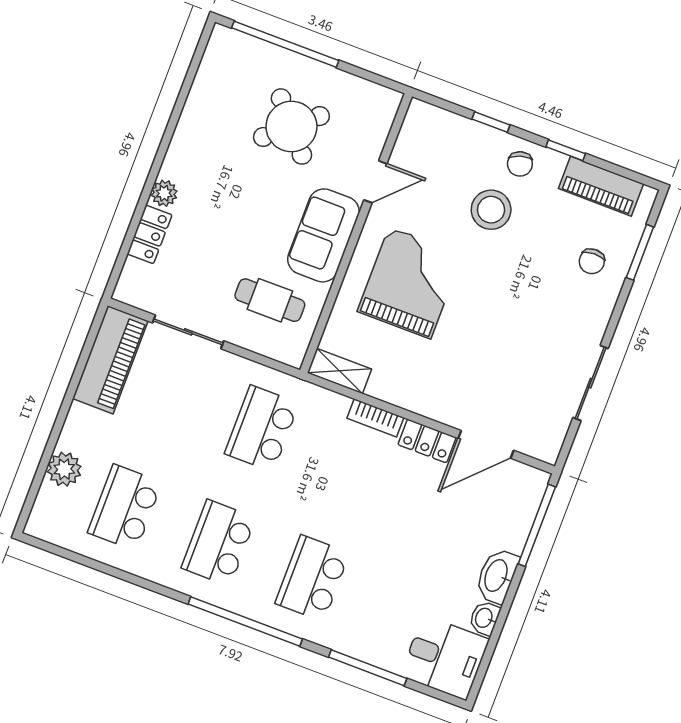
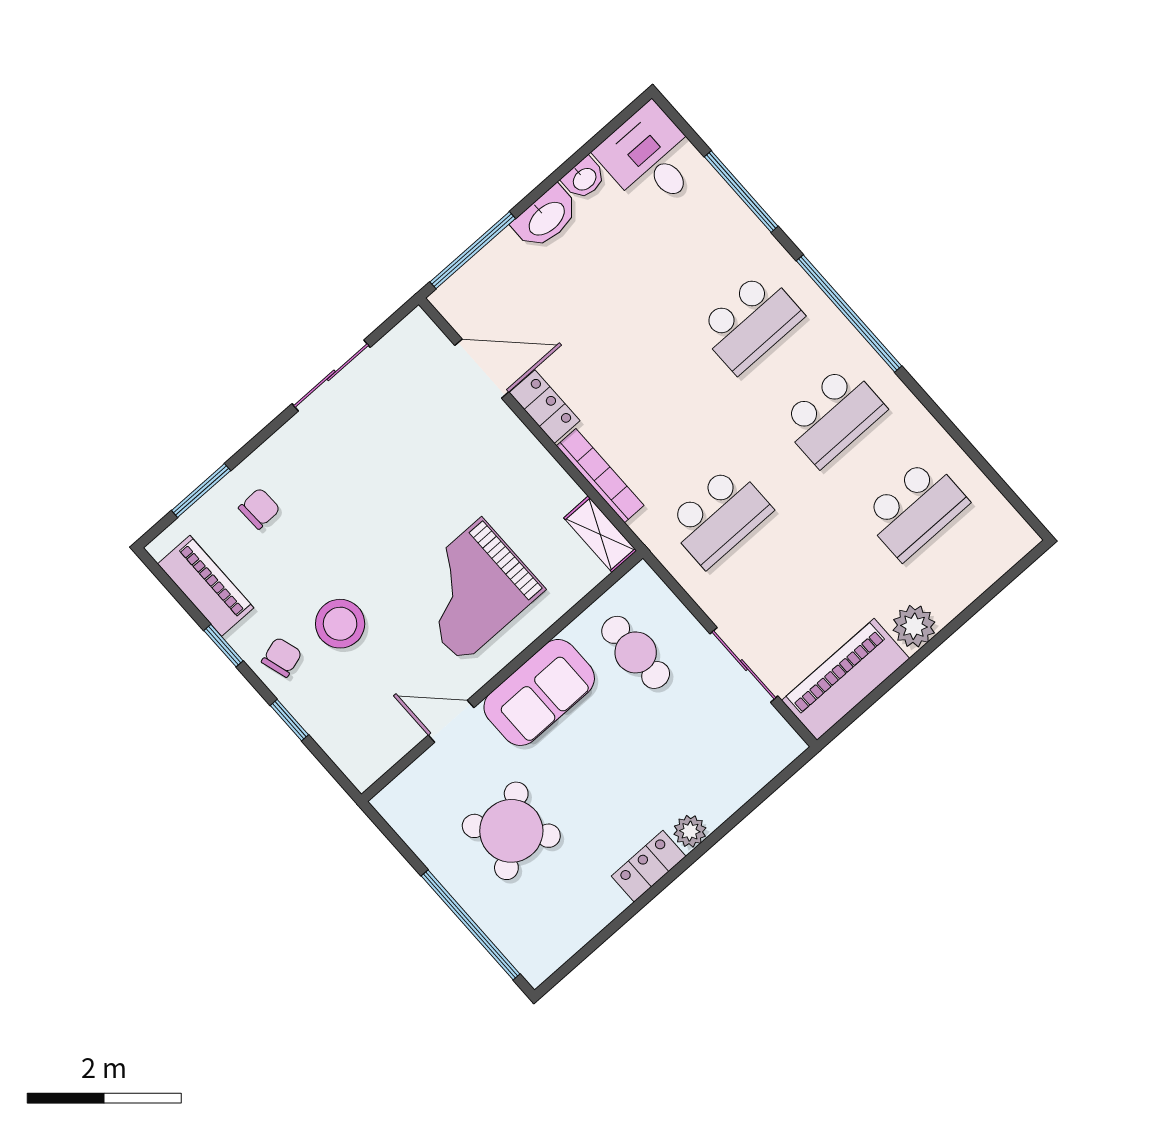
locker: (150, 234) -> (649, 866), moved
bookcase: (375, 418) -> (600, 476), width x1.56
plant: (64, 469) -> (914, 626), moved

